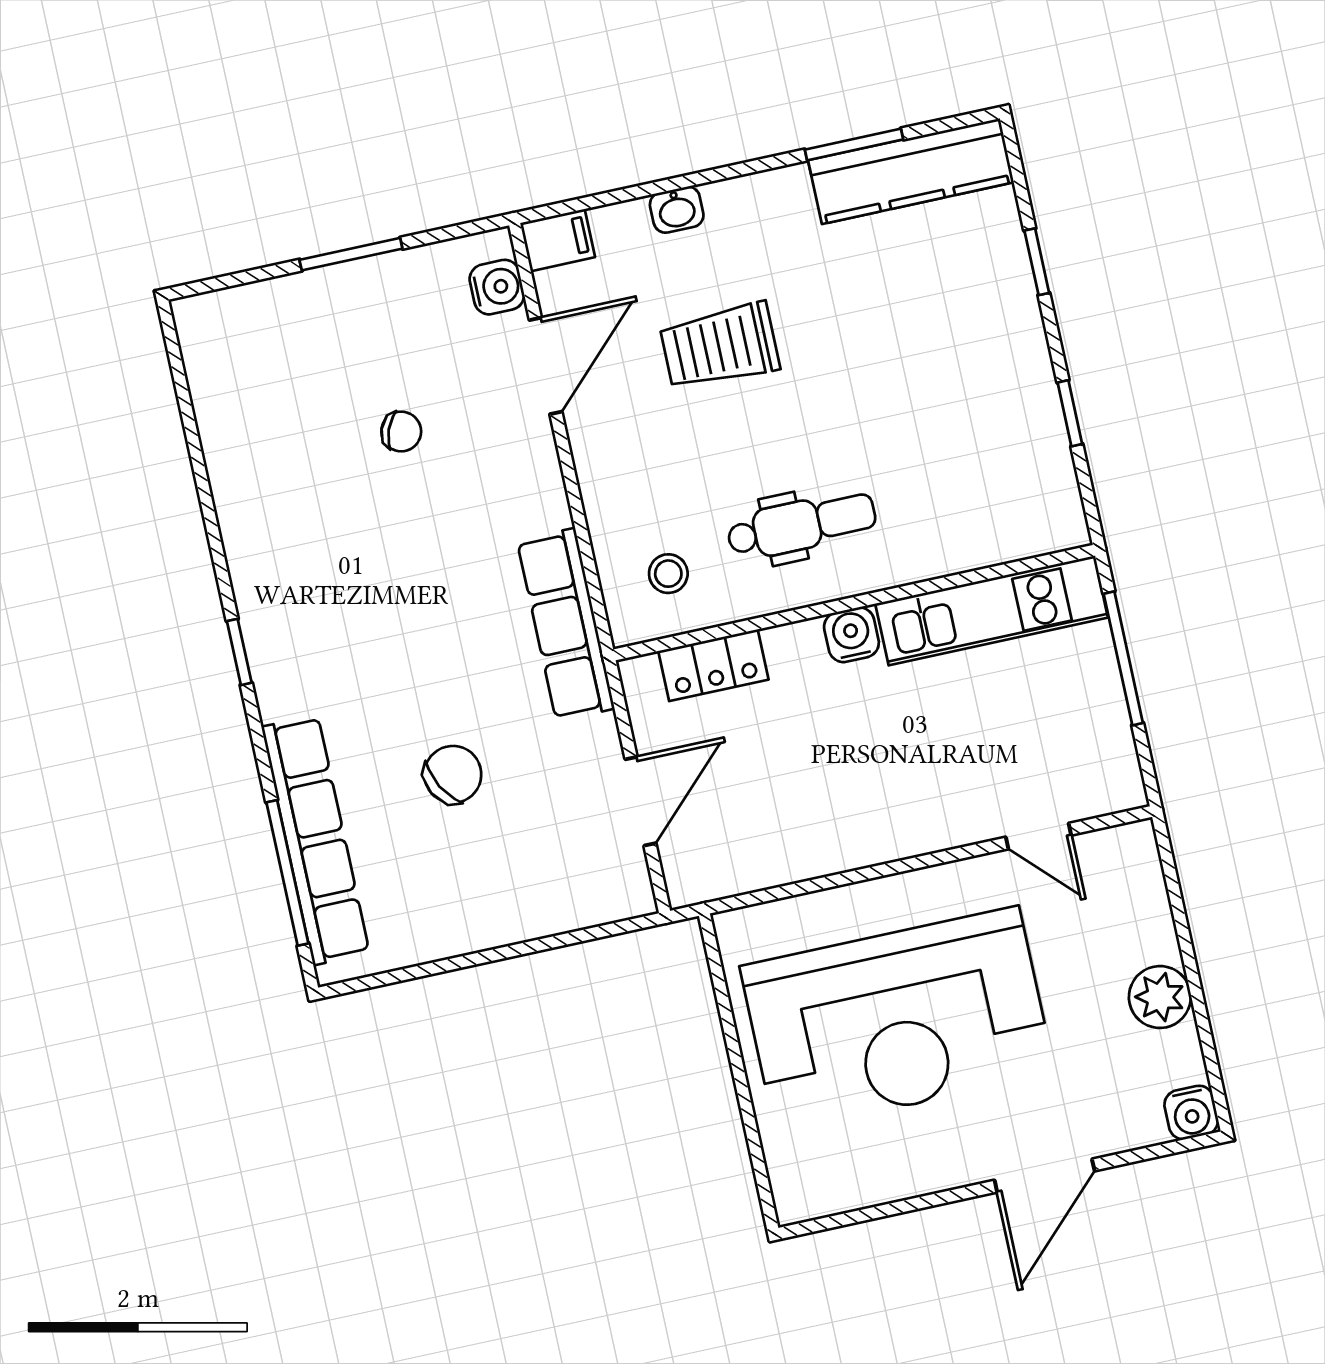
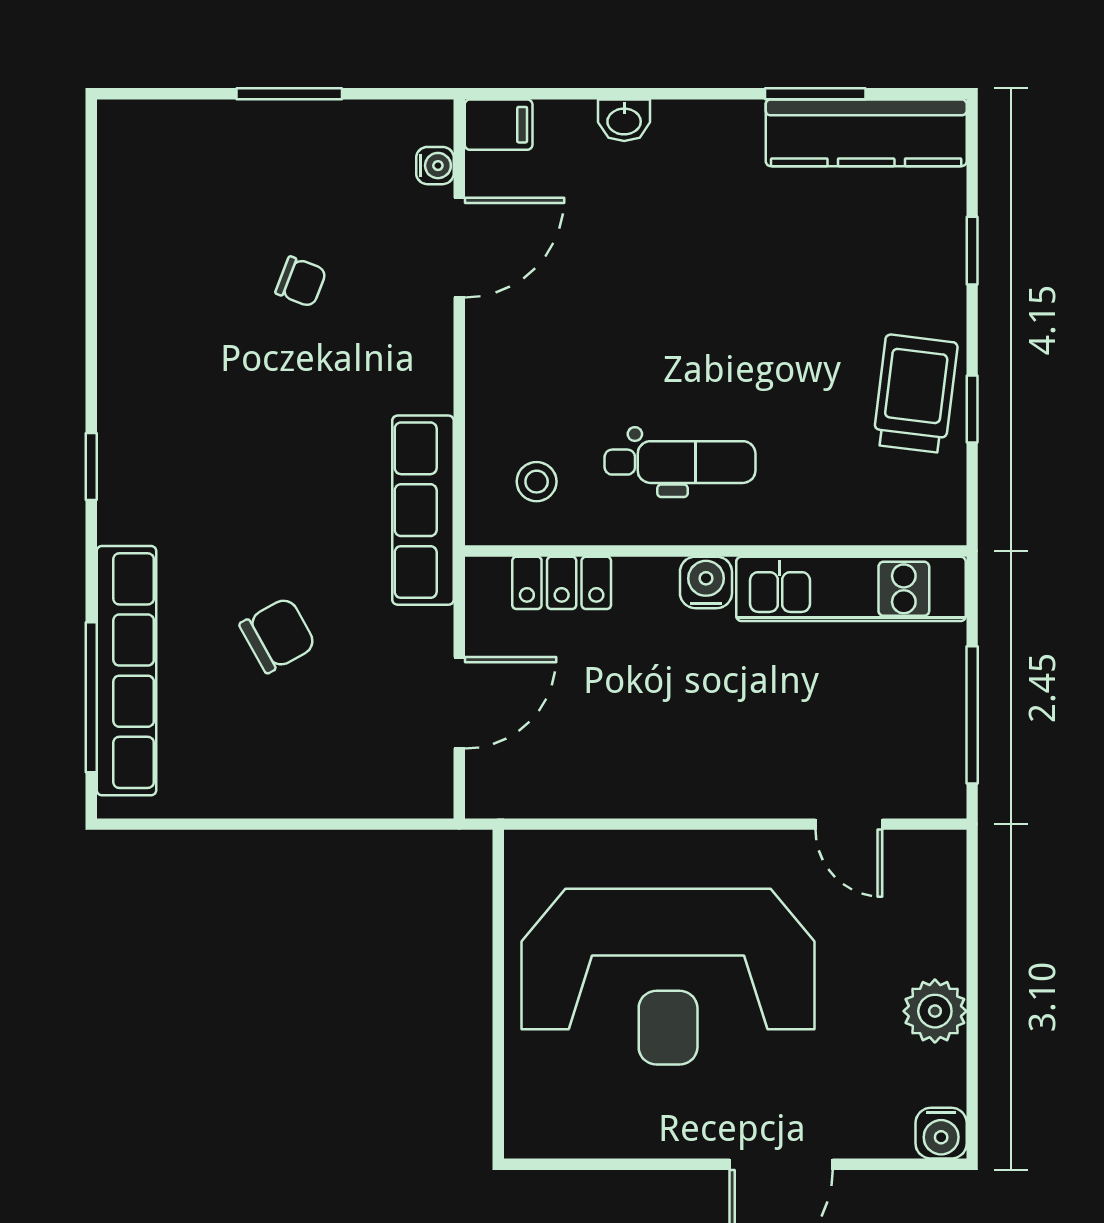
water cooler: (497, 287) -> (435, 166), width x0.72, depth x0.72
trolley: (720, 346) -> (915, 394), moved, turned 97
window: (1123, 658) -> (972, 715), moved

